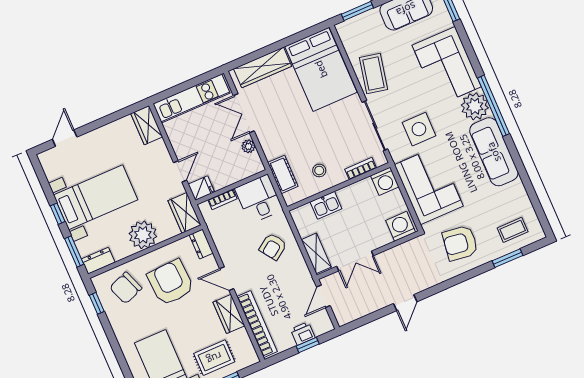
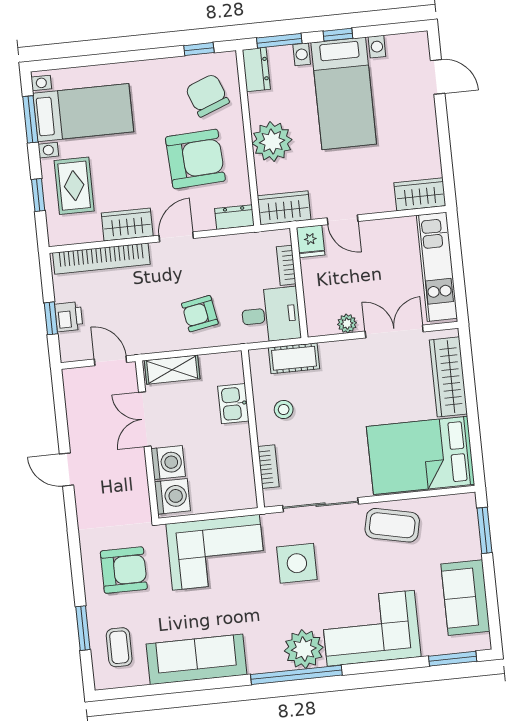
sofa: (494, 152) -> (197, 659), moved
washing machine: (385, 181) -> (168, 462), moved, turned 180
armchair: (460, 243) -> (124, 570), turned 82
armchair: (273, 247) -> (200, 314), turned -65

